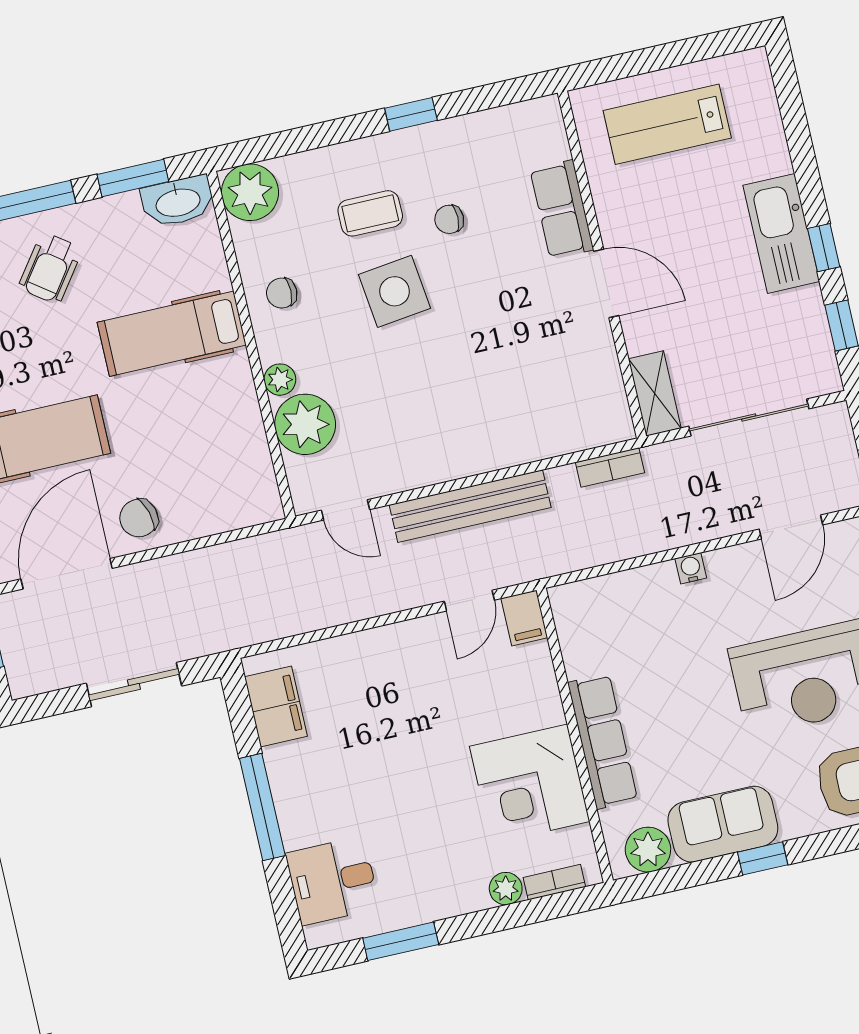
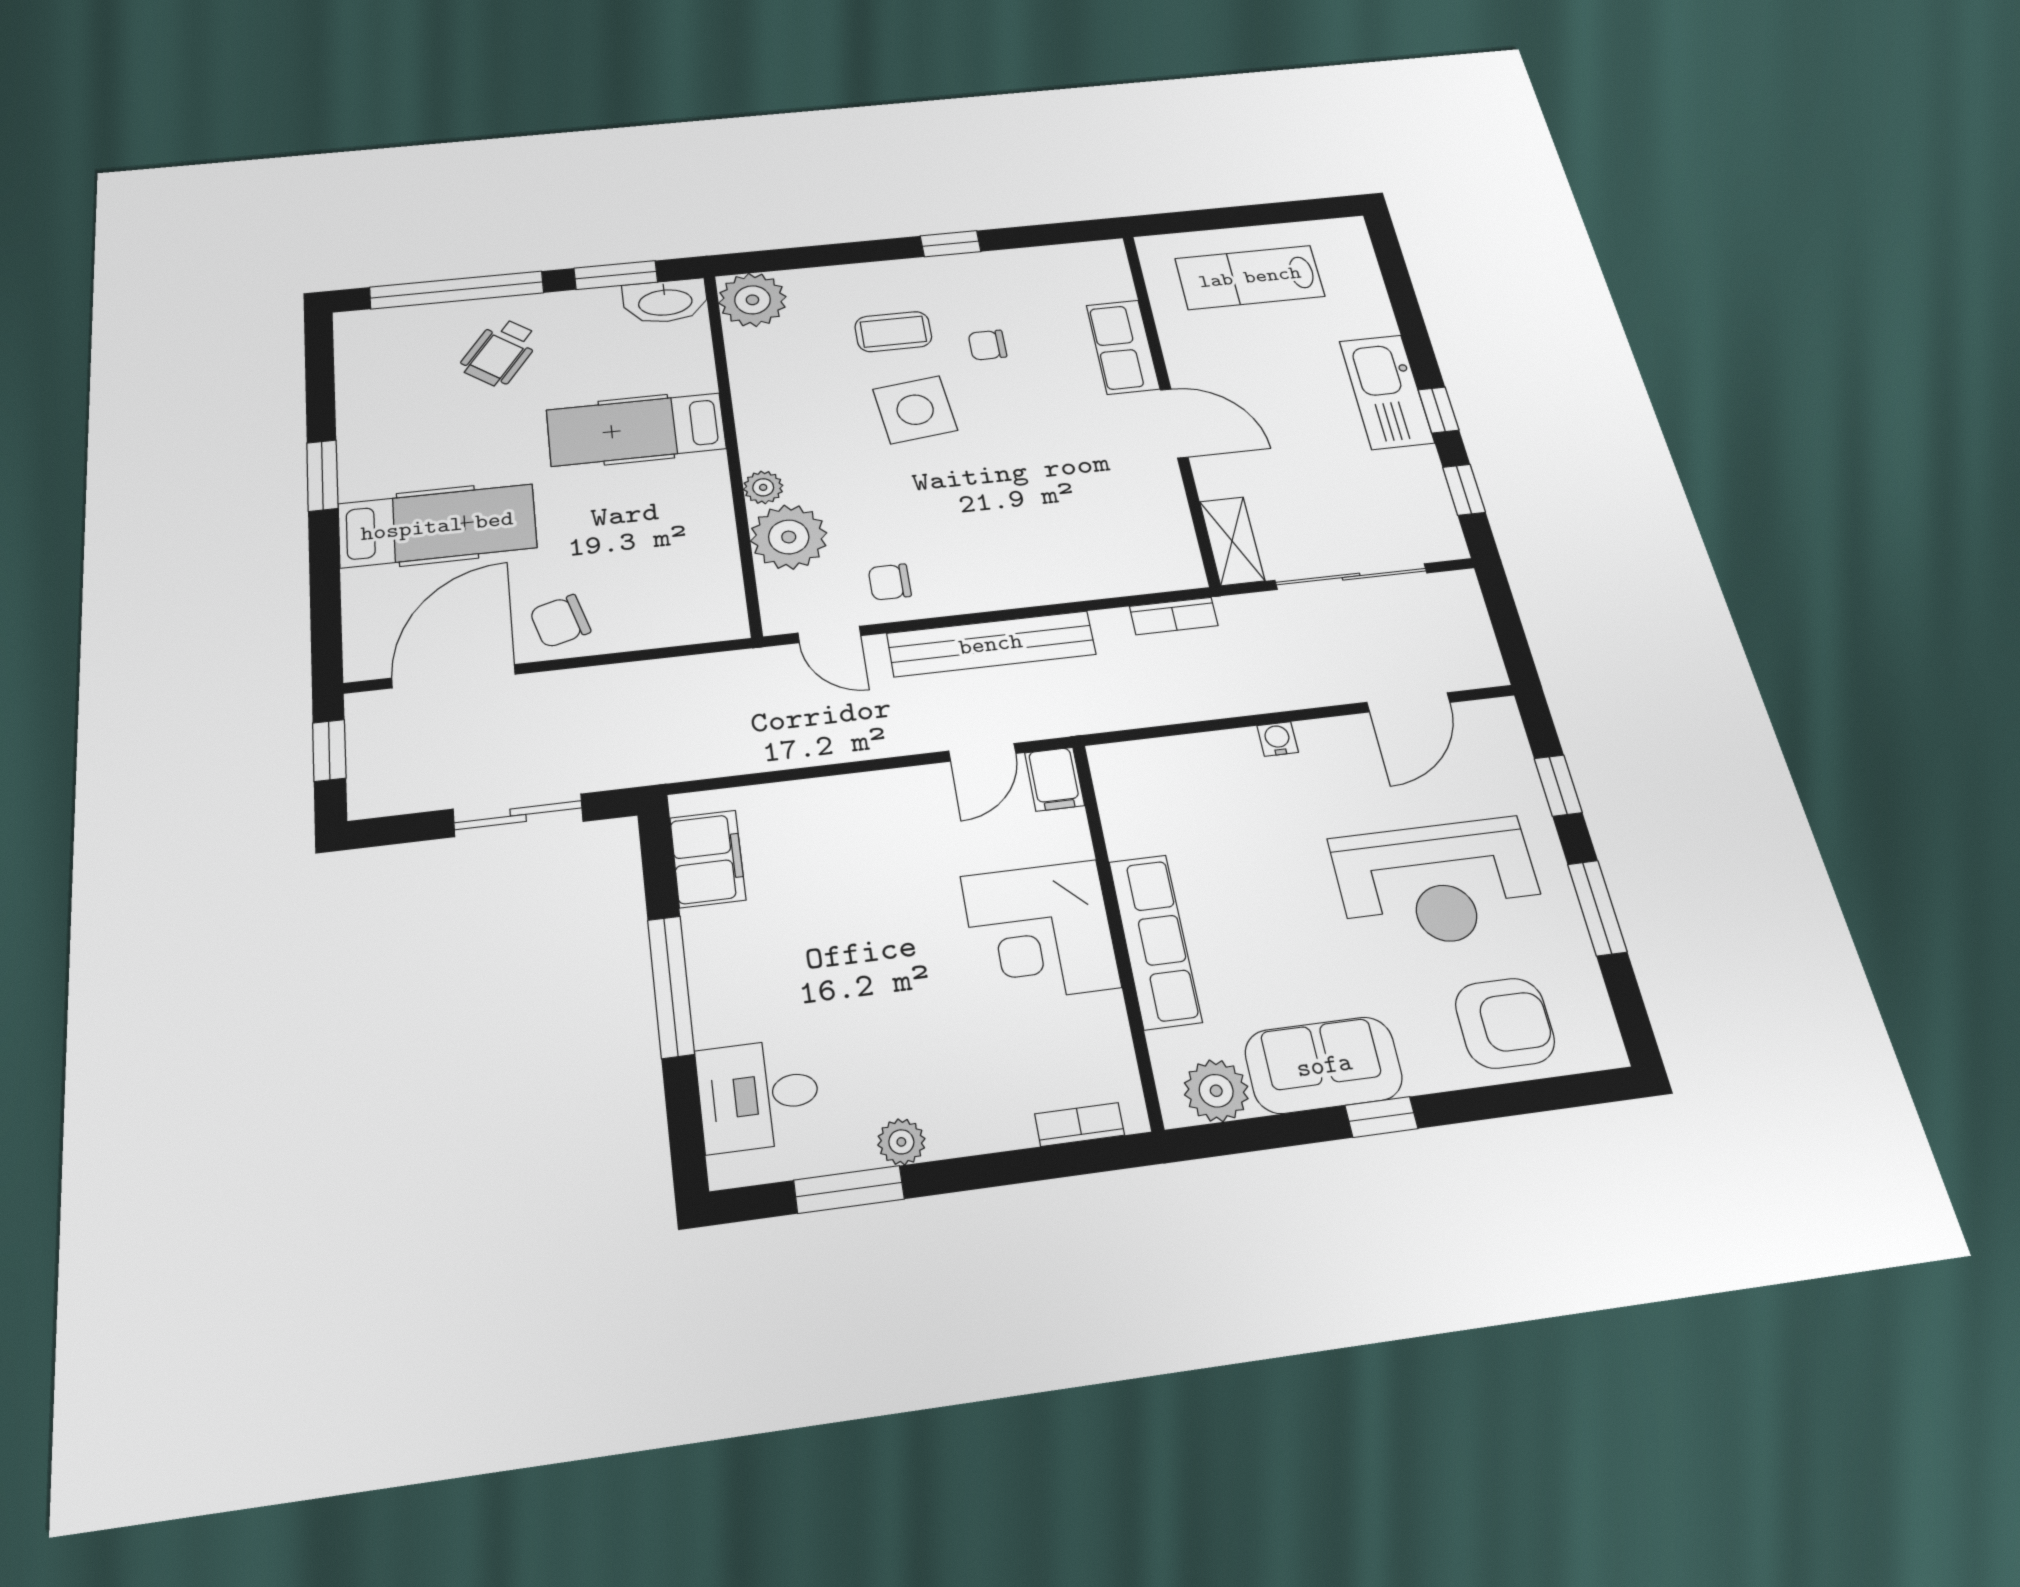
chair: (282, 293) -> (890, 582), moved
corner desk: (530, 784) -> (1040, 931), moved
plant: (506, 889) -> (901, 1142), moved

